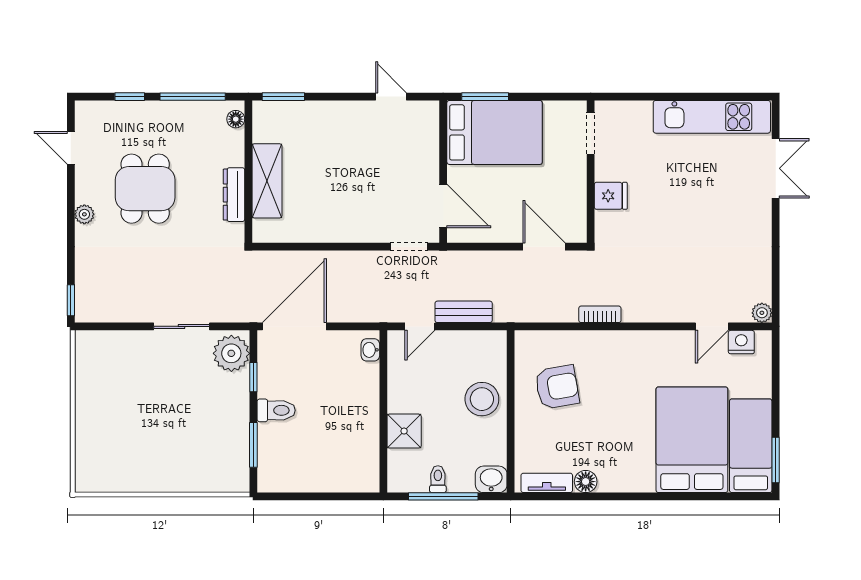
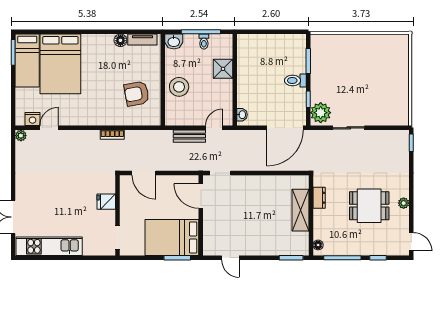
door: (71, 148) -> (411, 242), moved
dining table: (145, 189) -> (369, 206), turned 90
dresser: (234, 195) -> (319, 198), width x0.70
plant: (84, 214) -> (404, 203), moved

